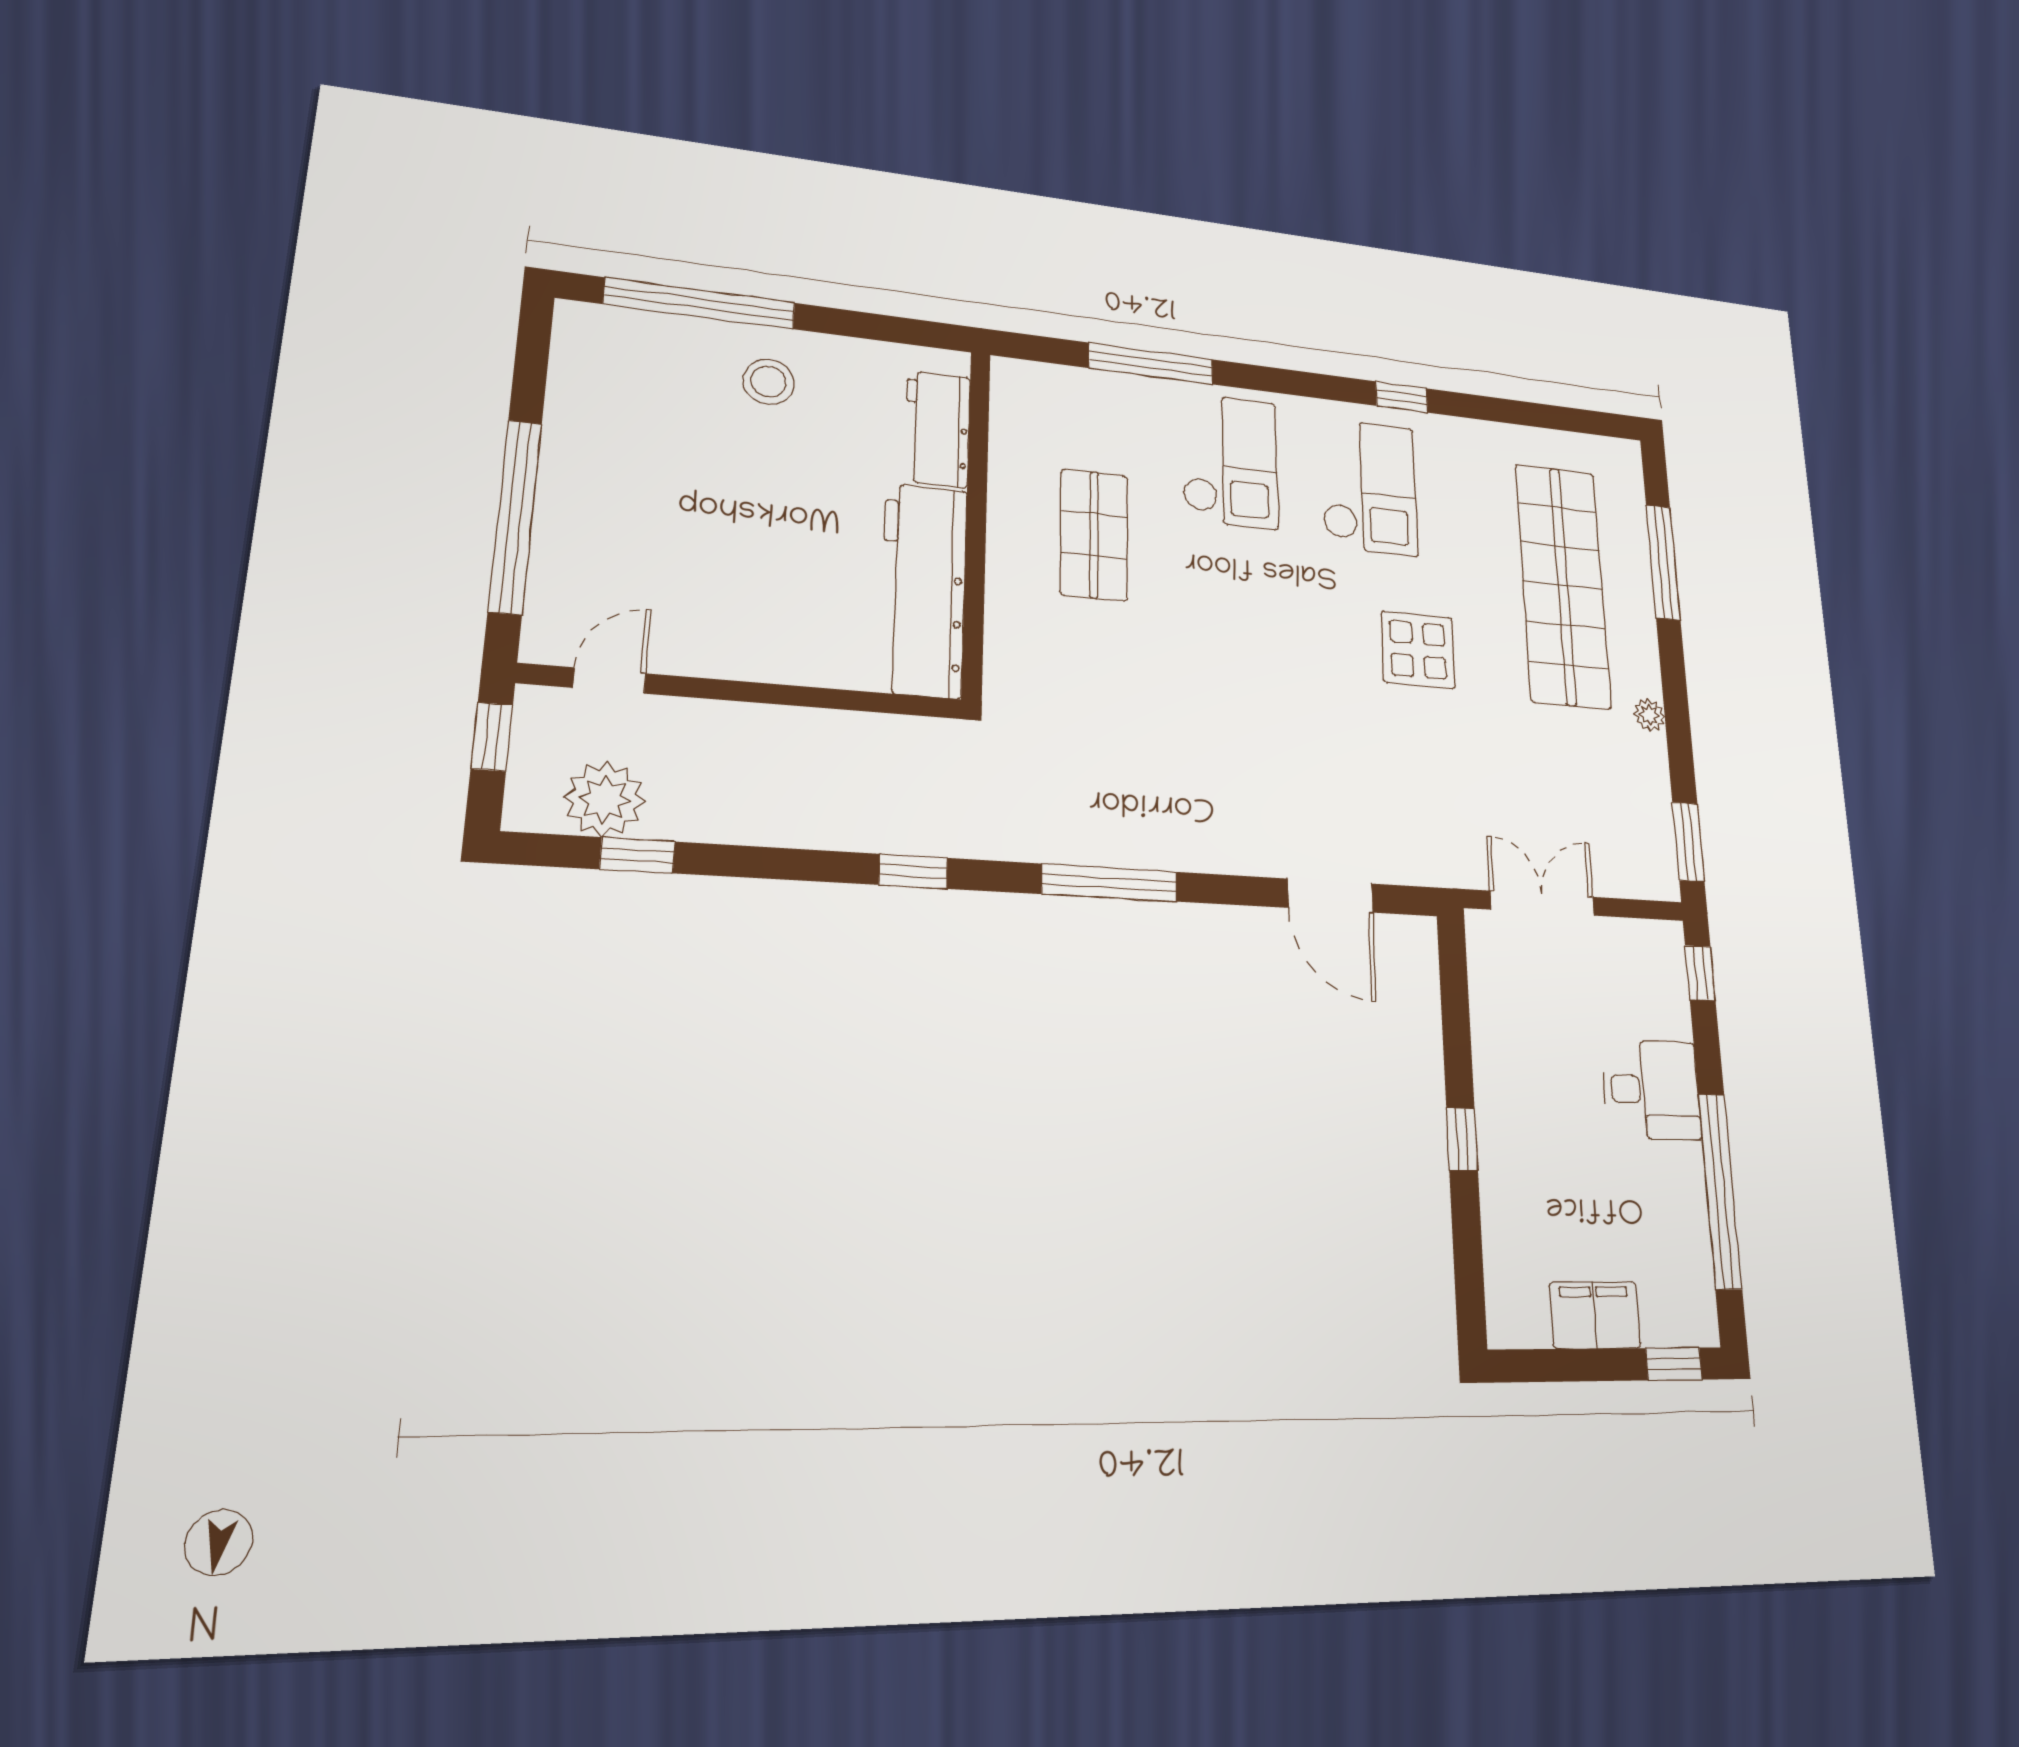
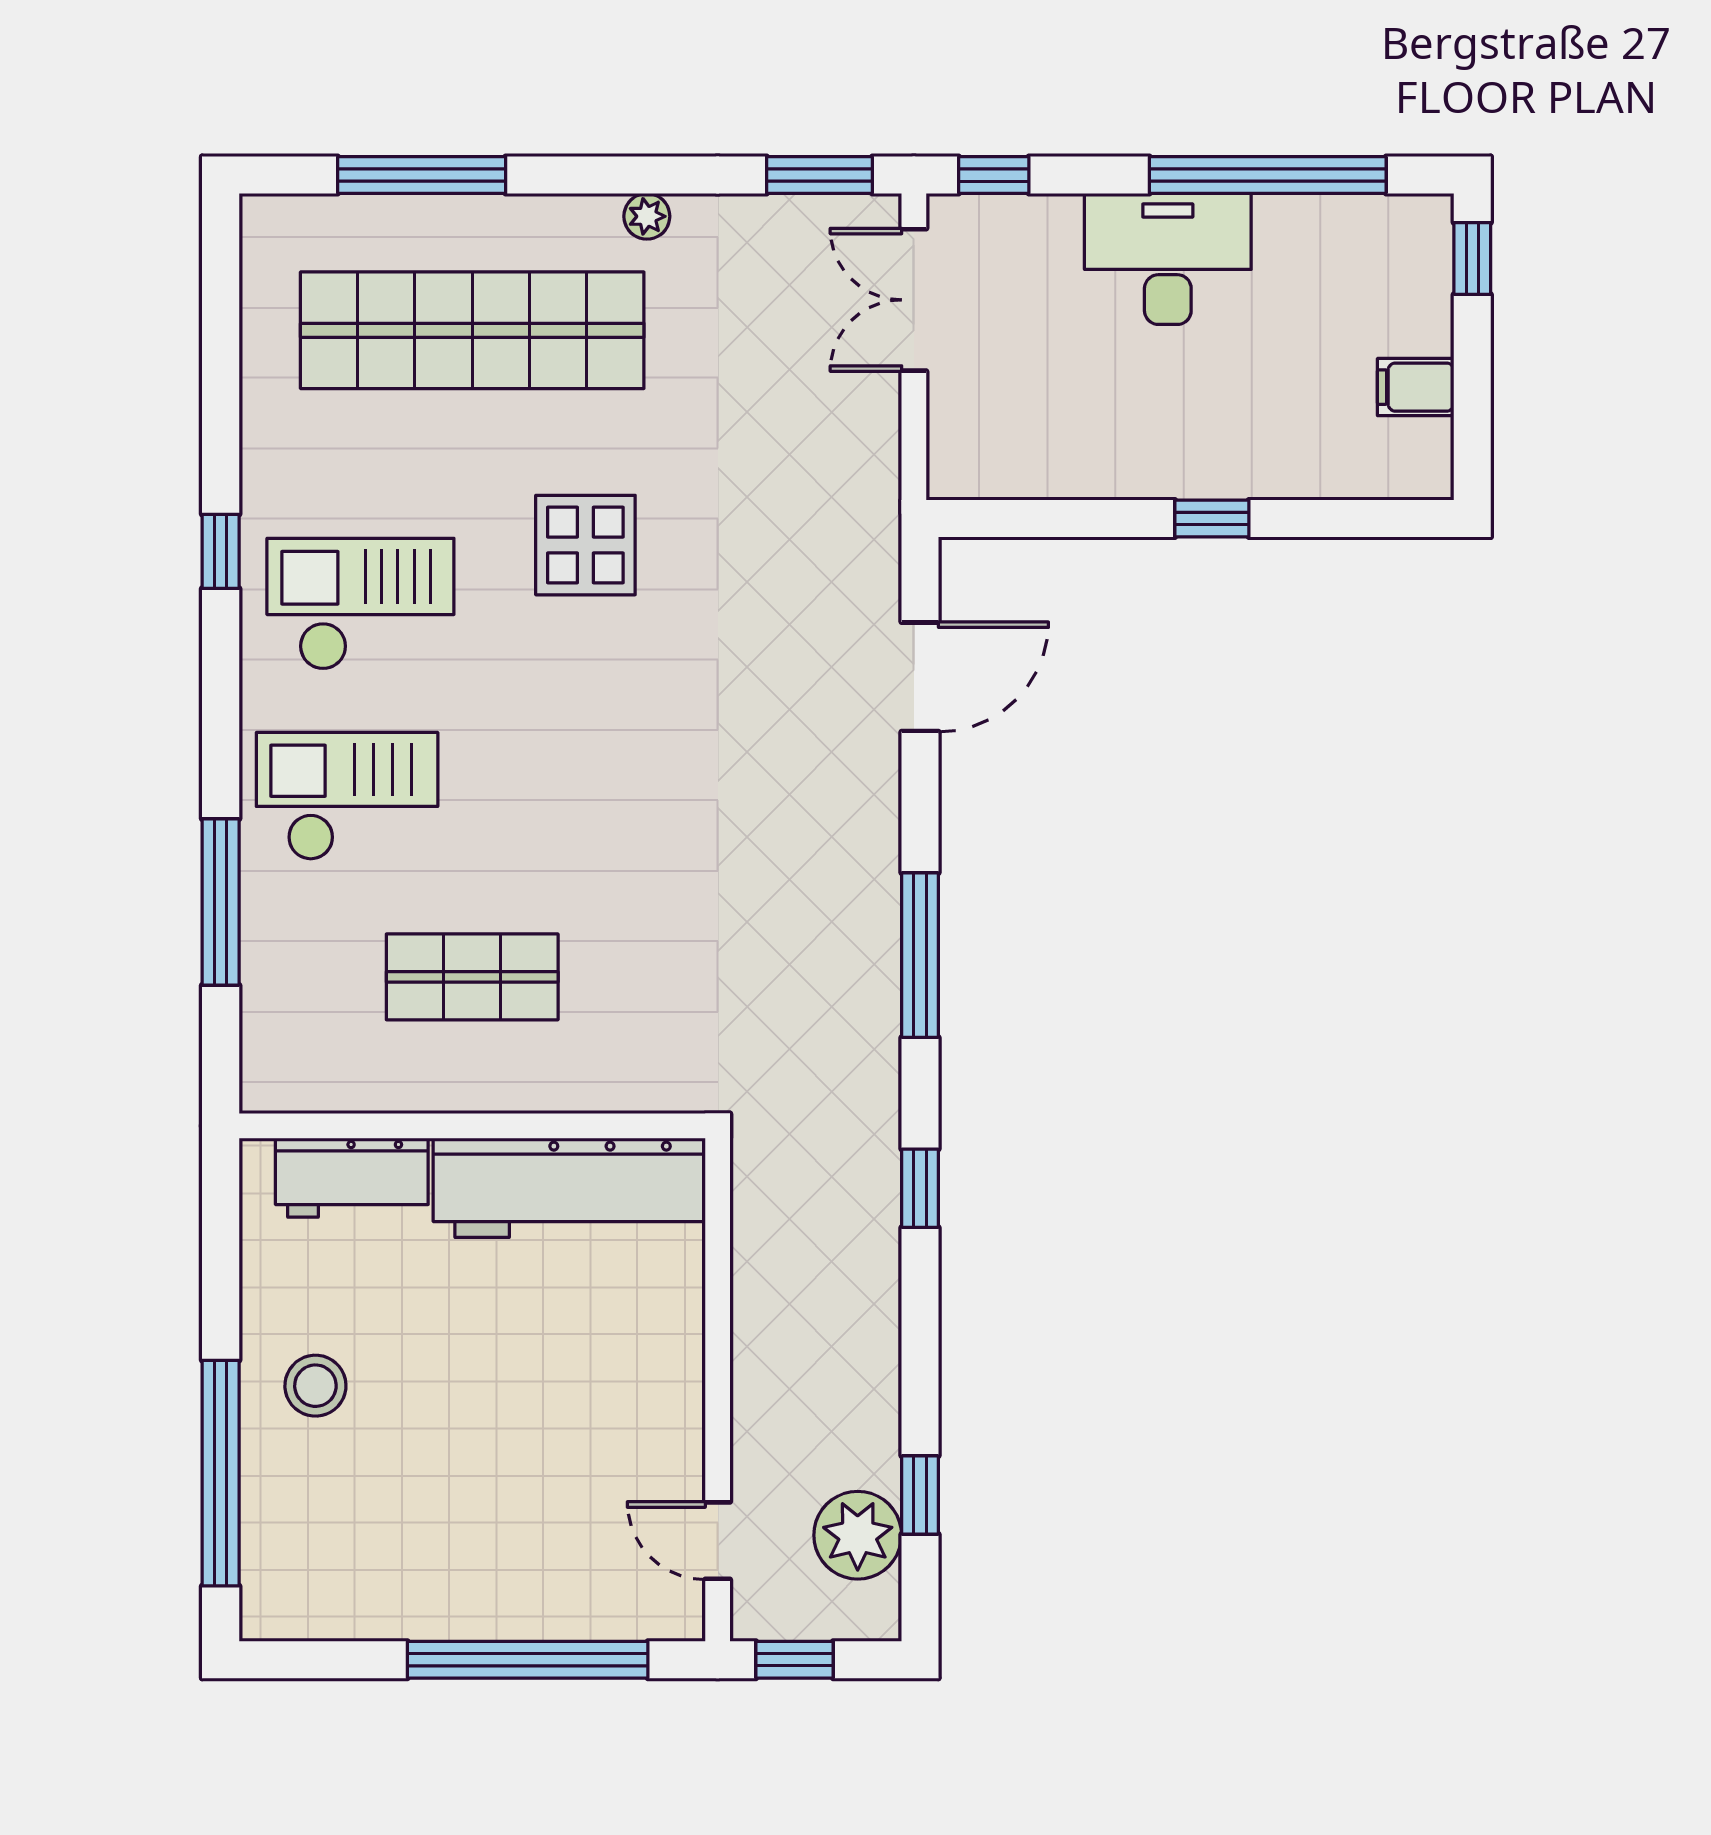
double door: (1542, 903) -> (914, 300), moved
desk: (1651, 1090) -> (1168, 259), width x1.37
filing cabinet: (1595, 1315) -> (1416, 387), width x0.50

